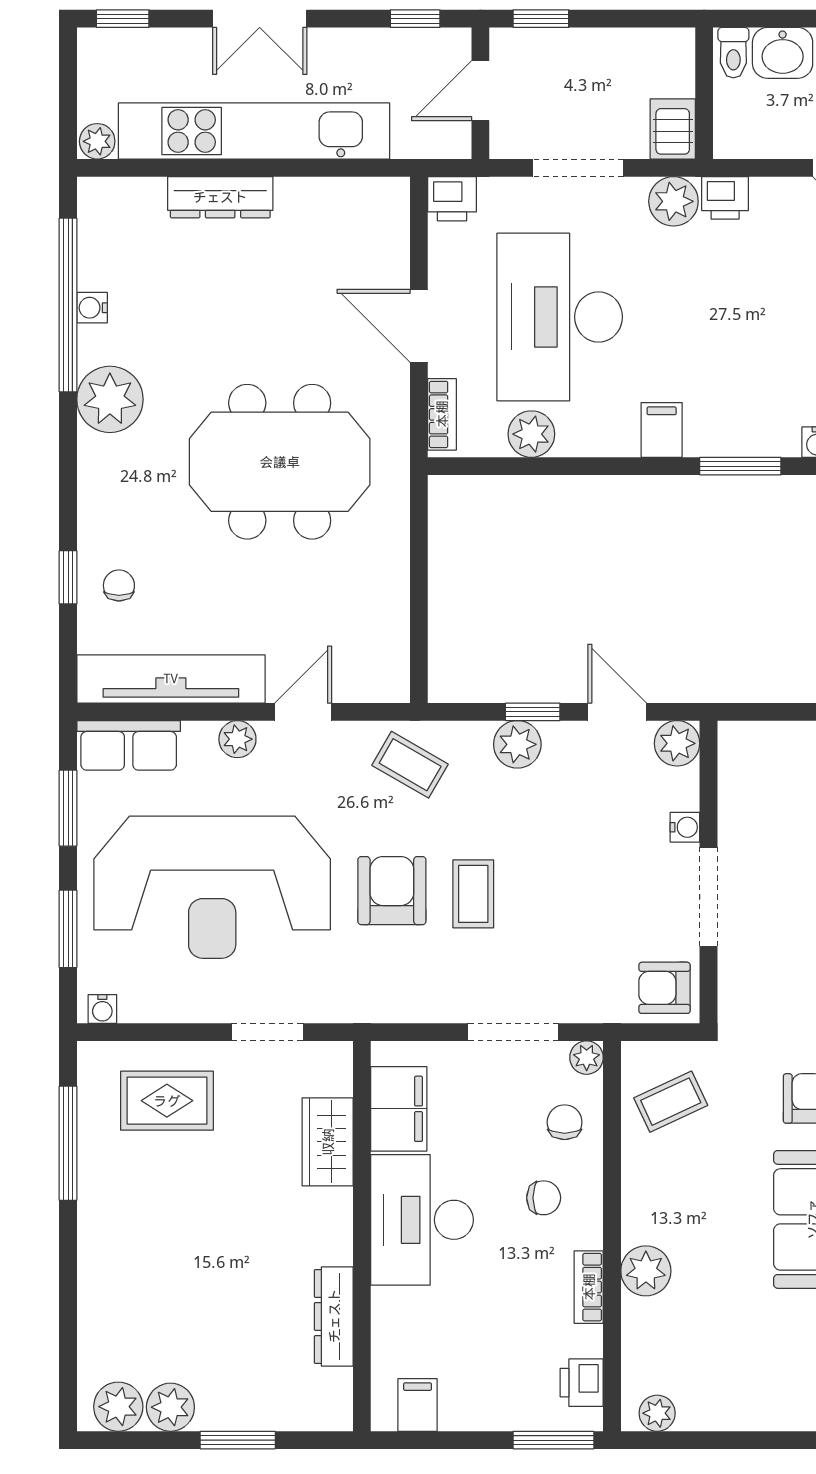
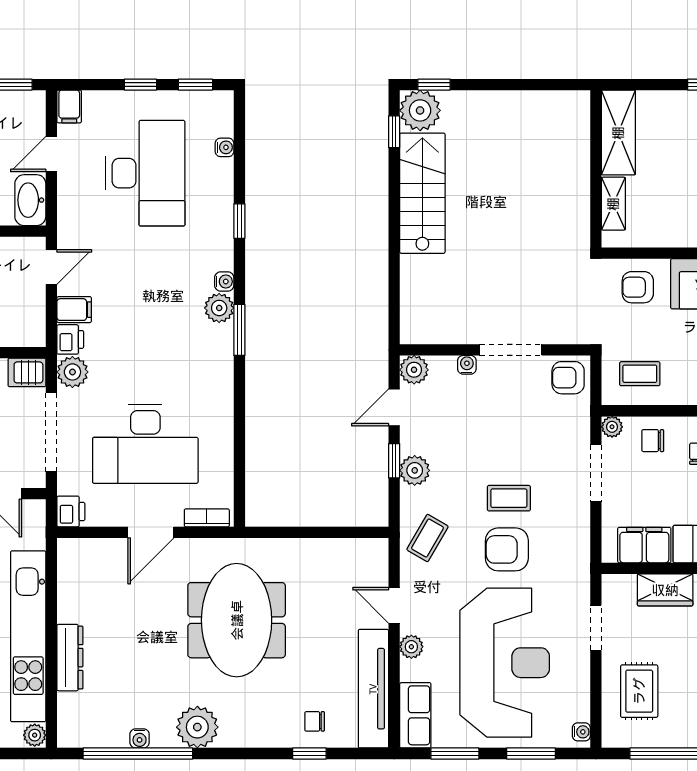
doorway: (578, 168) -> (51, 432), width x1.36
filing cabinet: (662, 430) -> (74, 310), moved, turned 180
plant: (531, 434) -> (219, 308), moved
armchair: (664, 988) -> (568, 378), turned 90
coffee table: (671, 1102) -> (640, 374), turned -65

